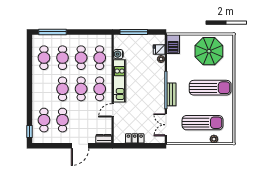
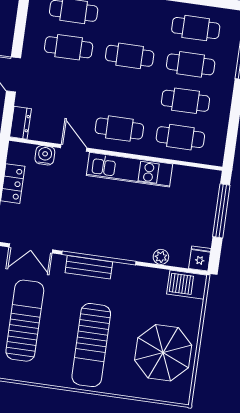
fridge: (159, 49) -> (200, 258), moved
water cooler: (118, 54) -> (45, 155), moved
cafe table: (81, 89) -> (124, 92), removed
sun lounger: (203, 123) -> (25, 321), turned 180
double door: (166, 125) -> (31, 248), swing flipped

